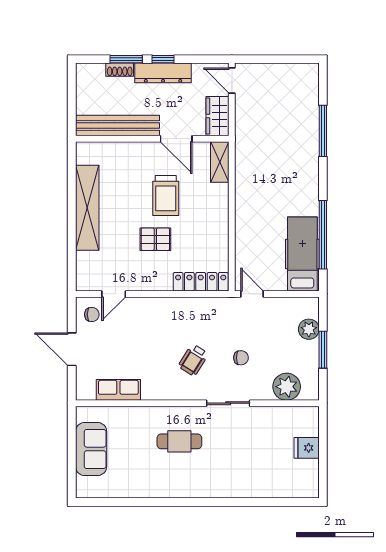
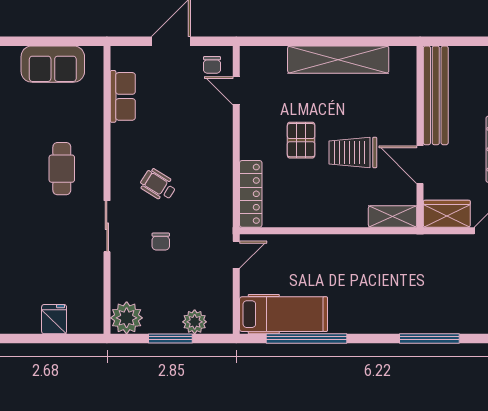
door: (176, 139) -> (420, 165), hinge flipped
plant: (287, 387) -> (127, 318), moved

